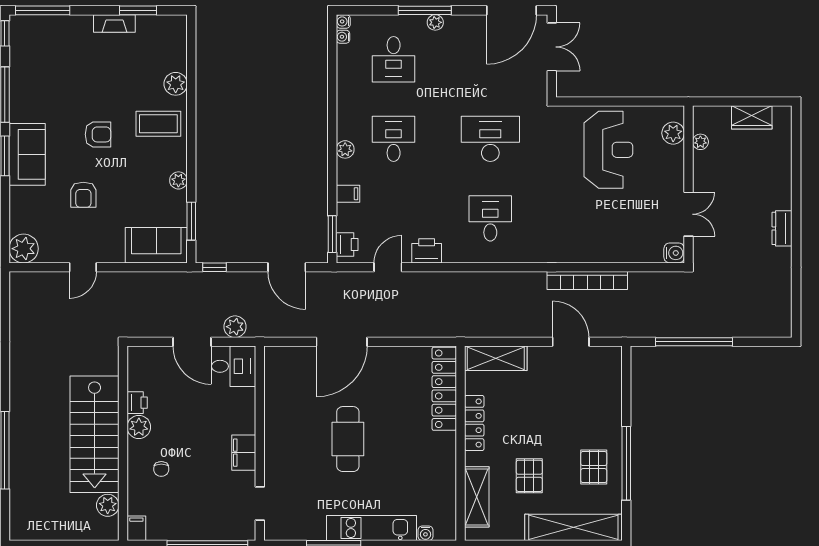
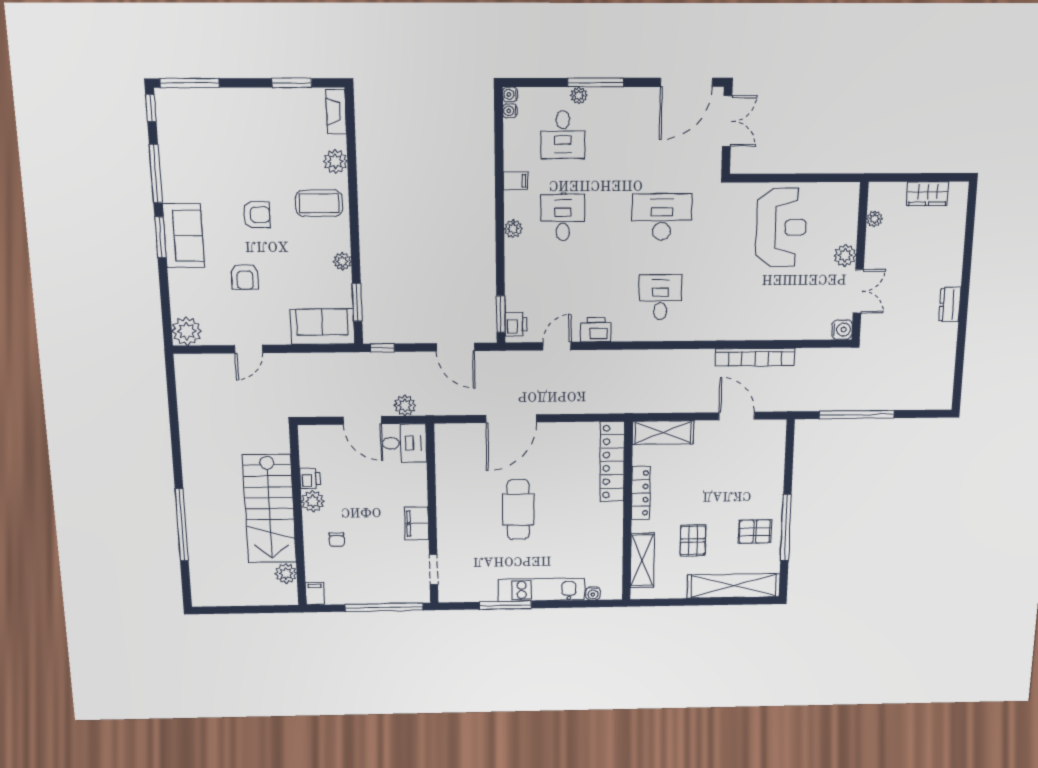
plant: (435, 22) -> (579, 95), moved
fireplace: (114, 23) -> (336, 112), moved, turned 90
plant: (673, 133) -> (845, 255), moved
filing cabinet: (348, 194) -> (516, 181), moved
pallet: (594, 467) -> (755, 532), turned 90

